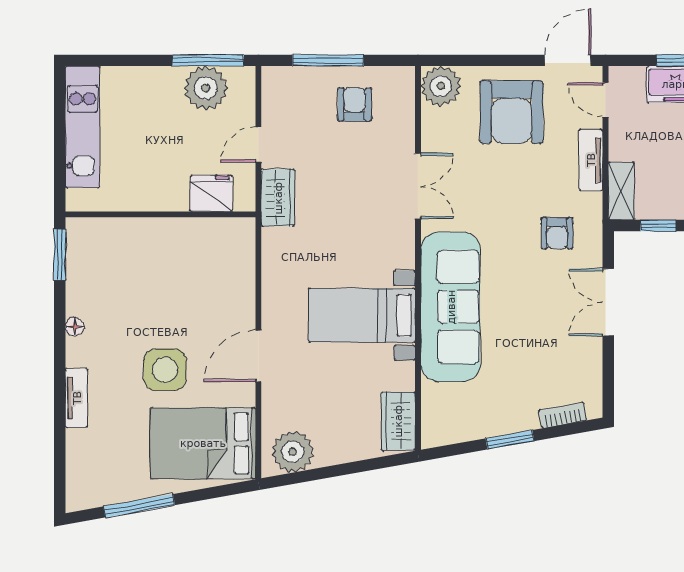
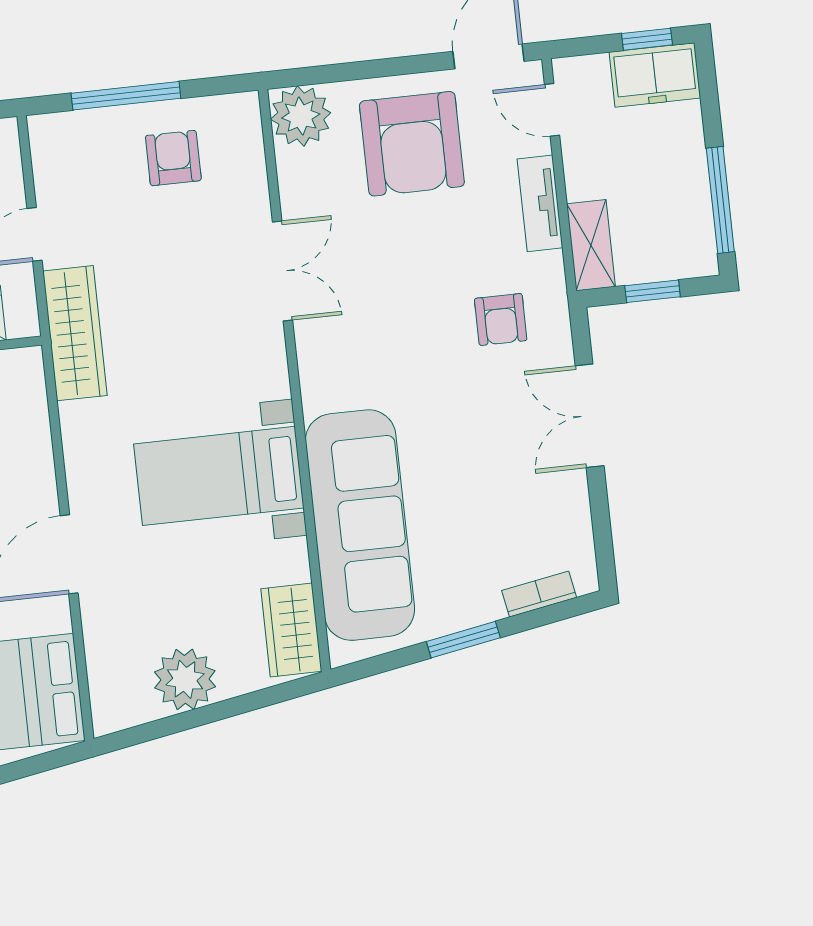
wardrobe: (278, 198) -> (75, 333), width x1.50
sofa: (451, 307) -> (360, 525), moved
plant: (293, 452) -> (185, 679), moved

